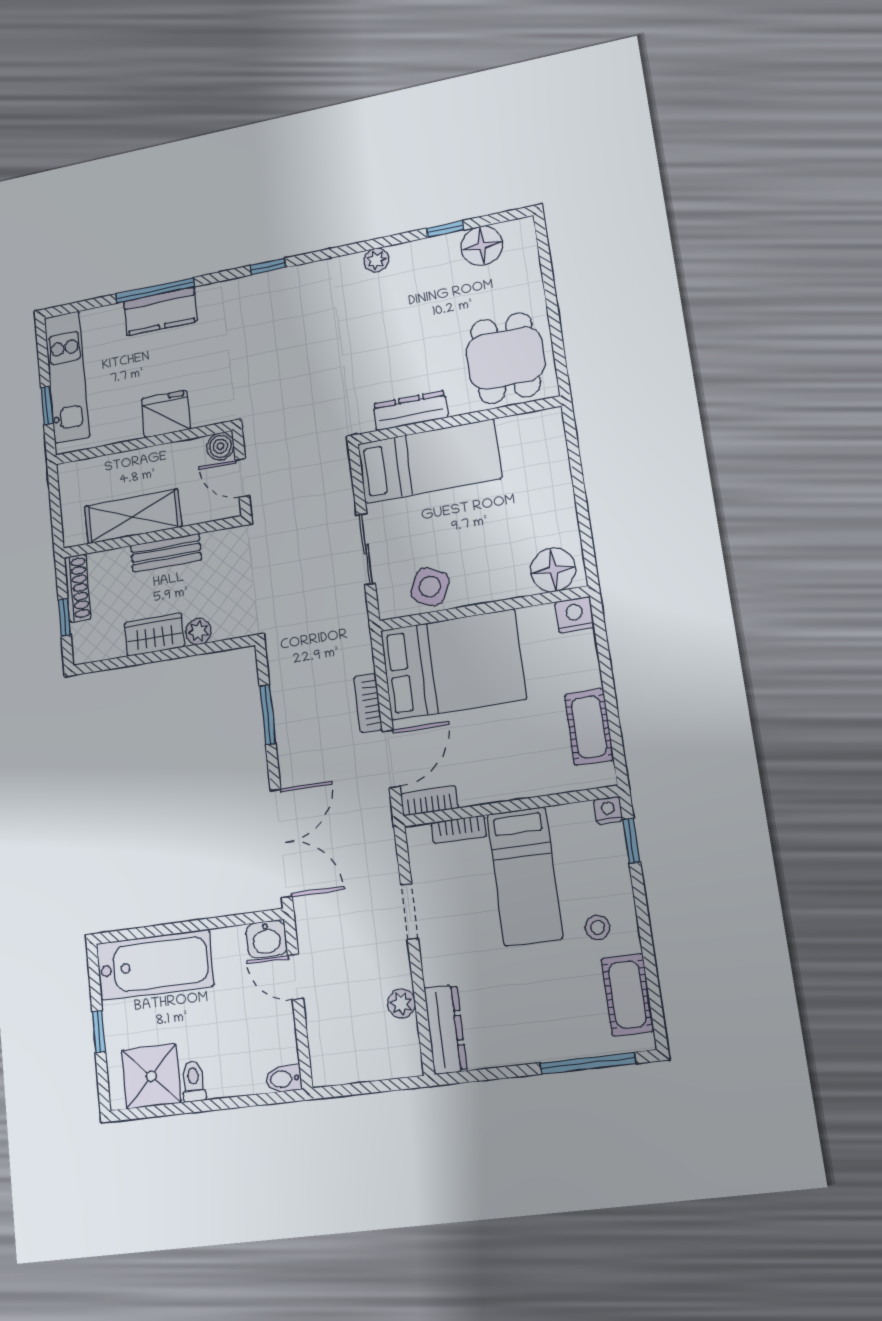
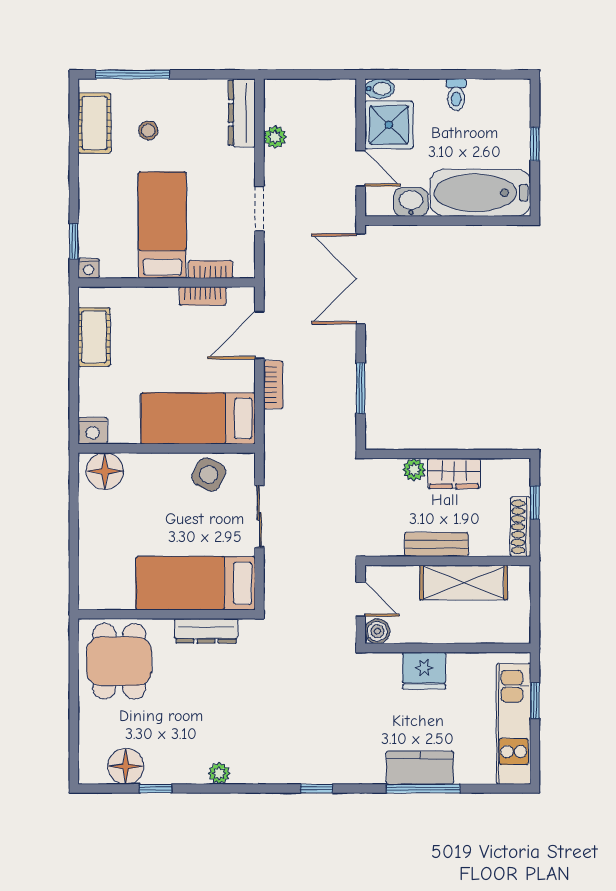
bed: (453, 665) -> (198, 418), width x0.67
bookcase: (429, 801) -> (203, 296), moved
stool: (598, 927) -> (148, 130), moved
washbasin: (266, 939) -> (411, 202), moved
shower: (151, 1076) -> (389, 125), moved

